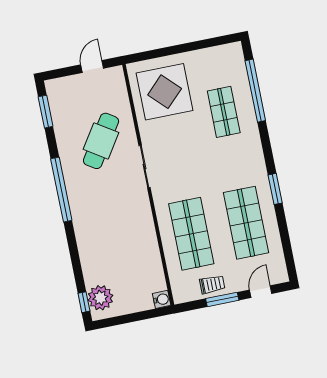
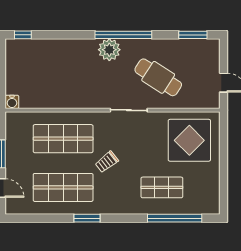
trolley: (212, 284) -> (107, 162), moved, turned 52
plant: (100, 298) -> (109, 50), moved

